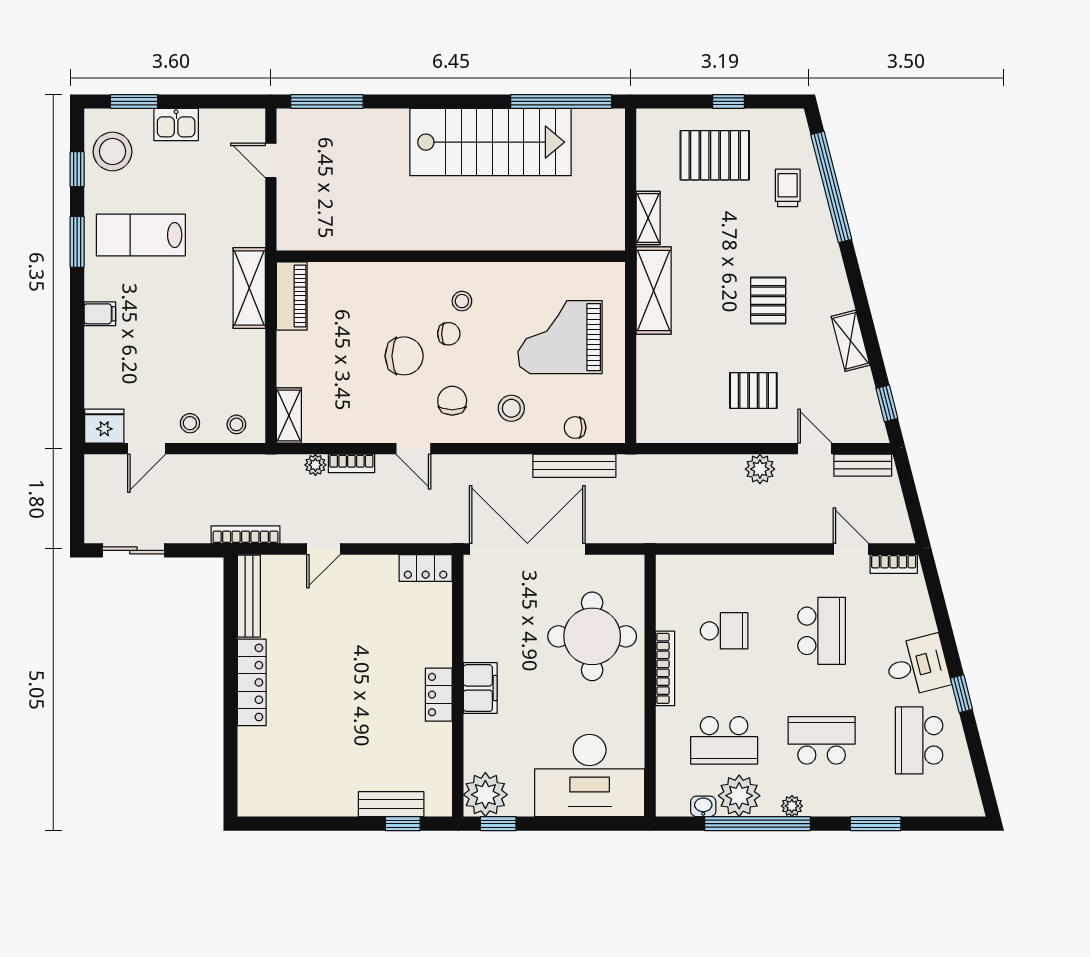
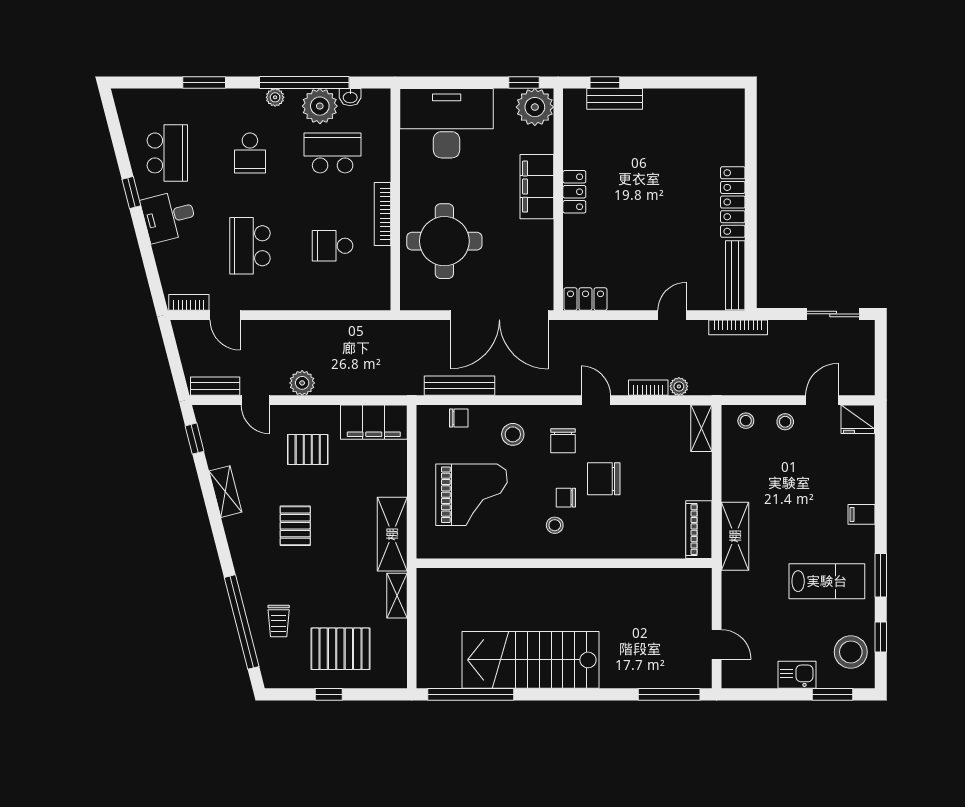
filing cabinet: (675, 423) -> (374, 422), added
filing cabinet: (480, 688) -> (537, 187), width x1.50, depth x1.17
school desk: (822, 740) -> (250, 153), width x0.54

